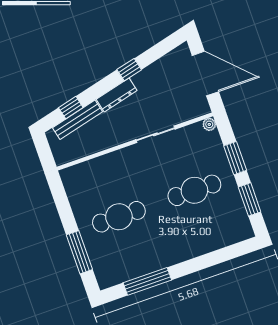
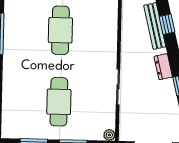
dresser: (117, 95) -> (163, 67), width x0.70

